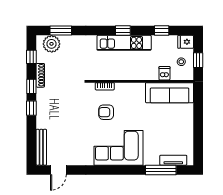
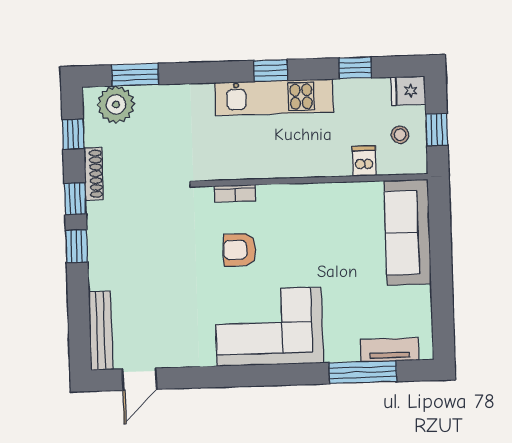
sofa: (170, 93) -> (408, 233), moved, turned 90

